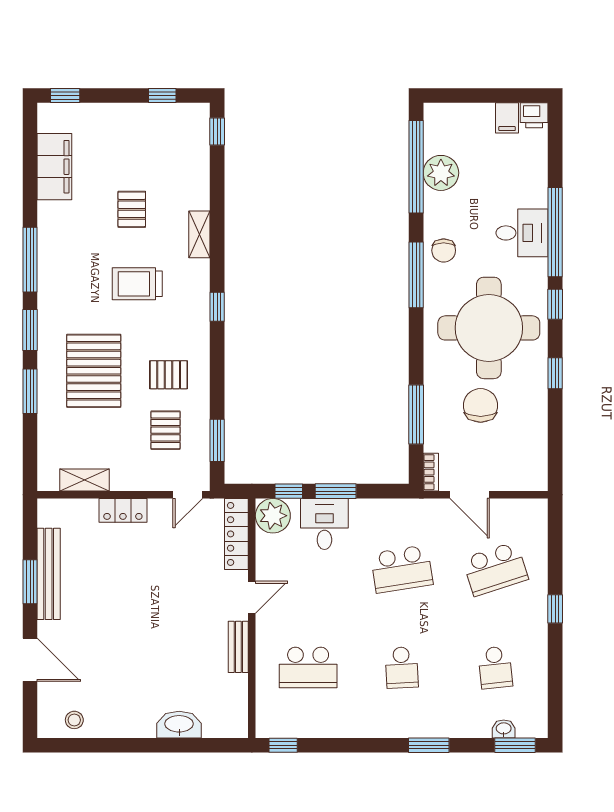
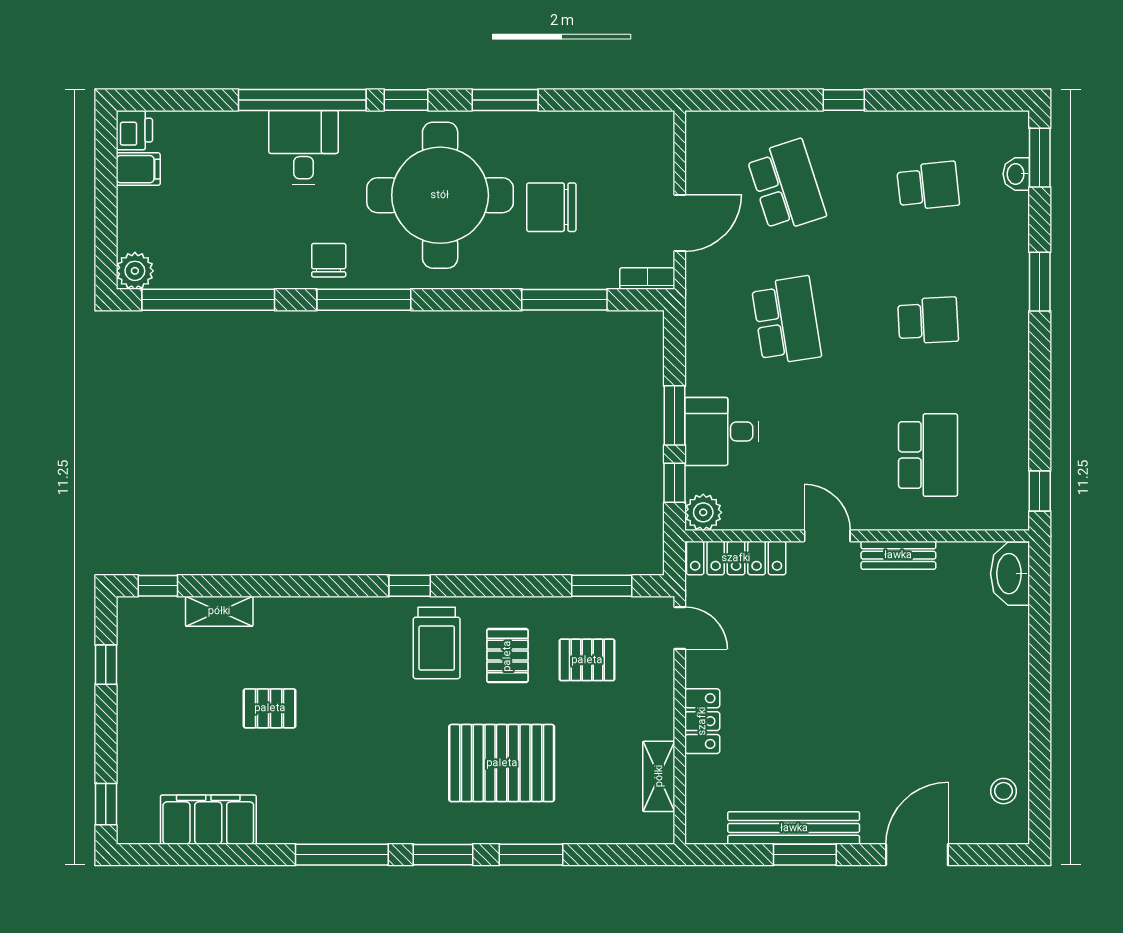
plant: (441, 173) -> (135, 271), moved, width x0.73, depth x0.73
shelving: (199, 234) -> (219, 611), moved
chair: (444, 250) -> (329, 260), turned -90
trolley: (137, 284) -> (437, 643), moved
window: (555, 373) -> (505, 100), width x1.50
plant: (273, 516) -> (703, 512), width x0.73, depth x0.73
washbasin: (179, 725) -> (1010, 574), moved

